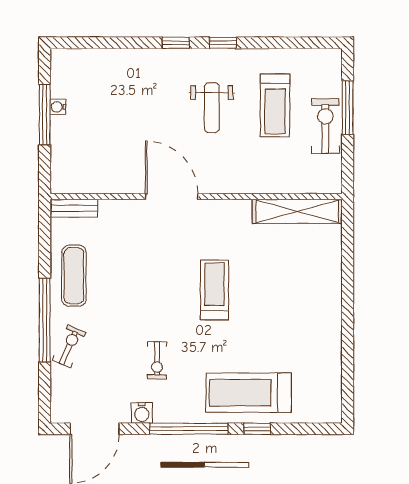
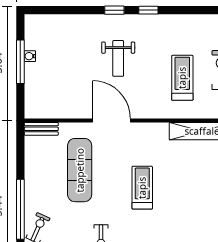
treadmill: (275, 105) -> (182, 78), moved, turned 180
weight bench: (212, 108) -> (118, 58), moved
exercise mat: (74, 276) -> (80, 170), moved, width x1.36, depth x1.45

